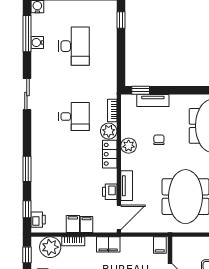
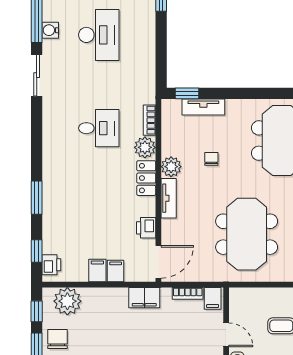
sliding door: (27, 94) -> (37, 75), moved
tv unit: (127, 186) -> (169, 198), moved
bookcase: (73, 241) -> (188, 293), moved

